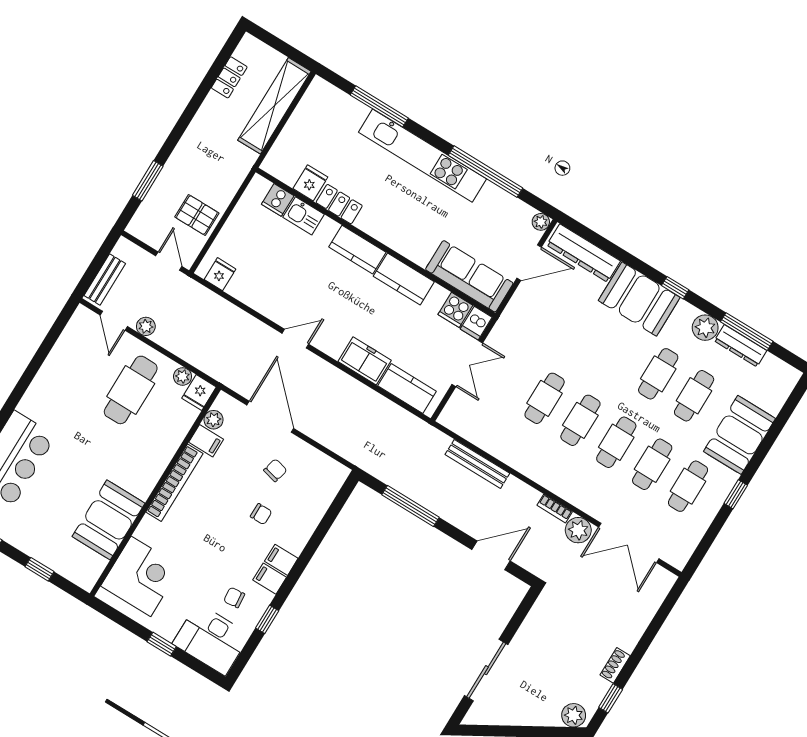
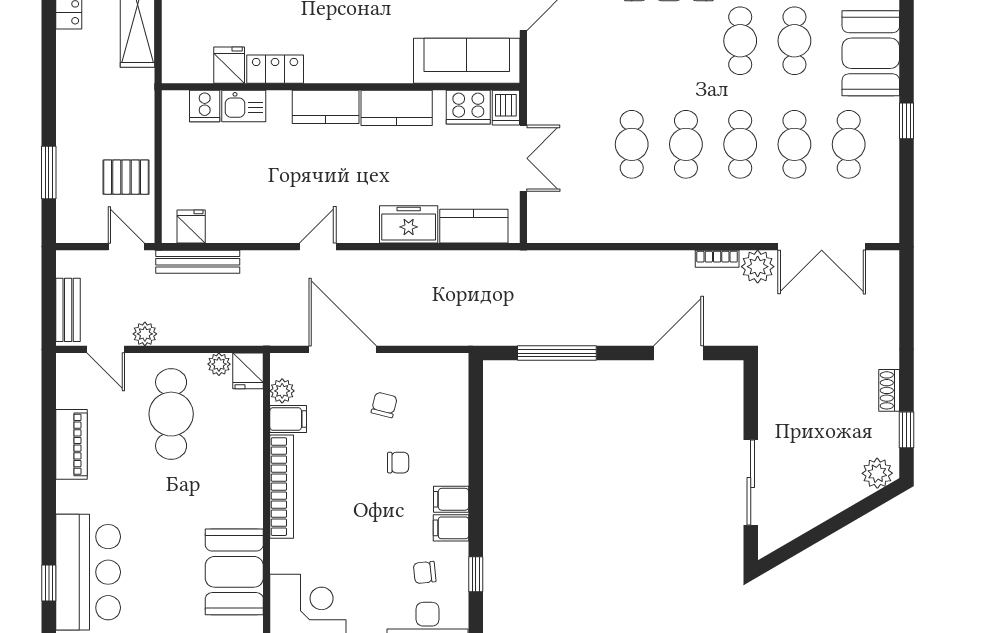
cooker: (455, 310) -> (468, 107), width x1.36
piano: (53, 370) -> (72, 444), added
bench: (477, 464) -> (198, 262), moved

